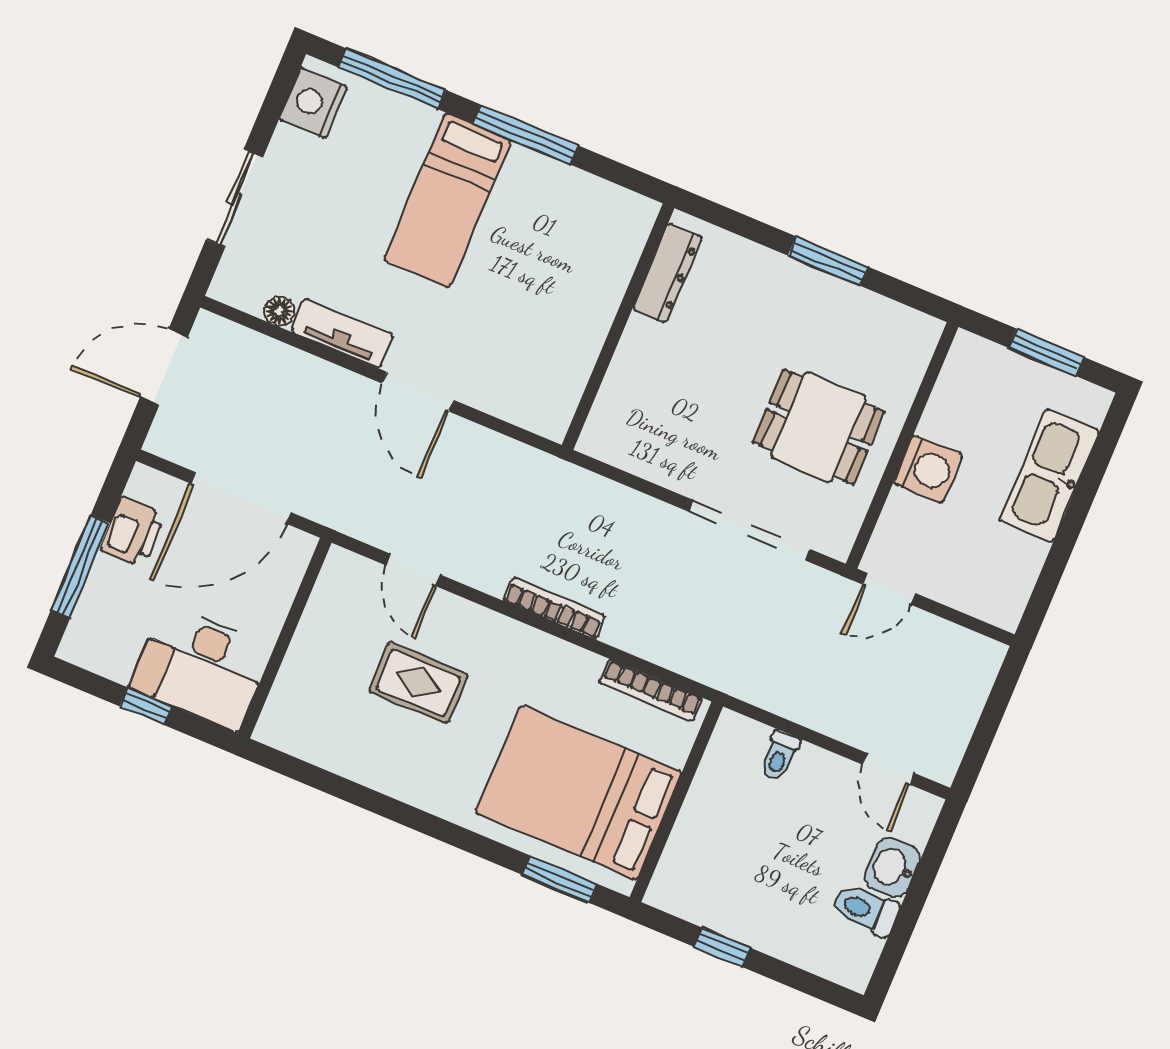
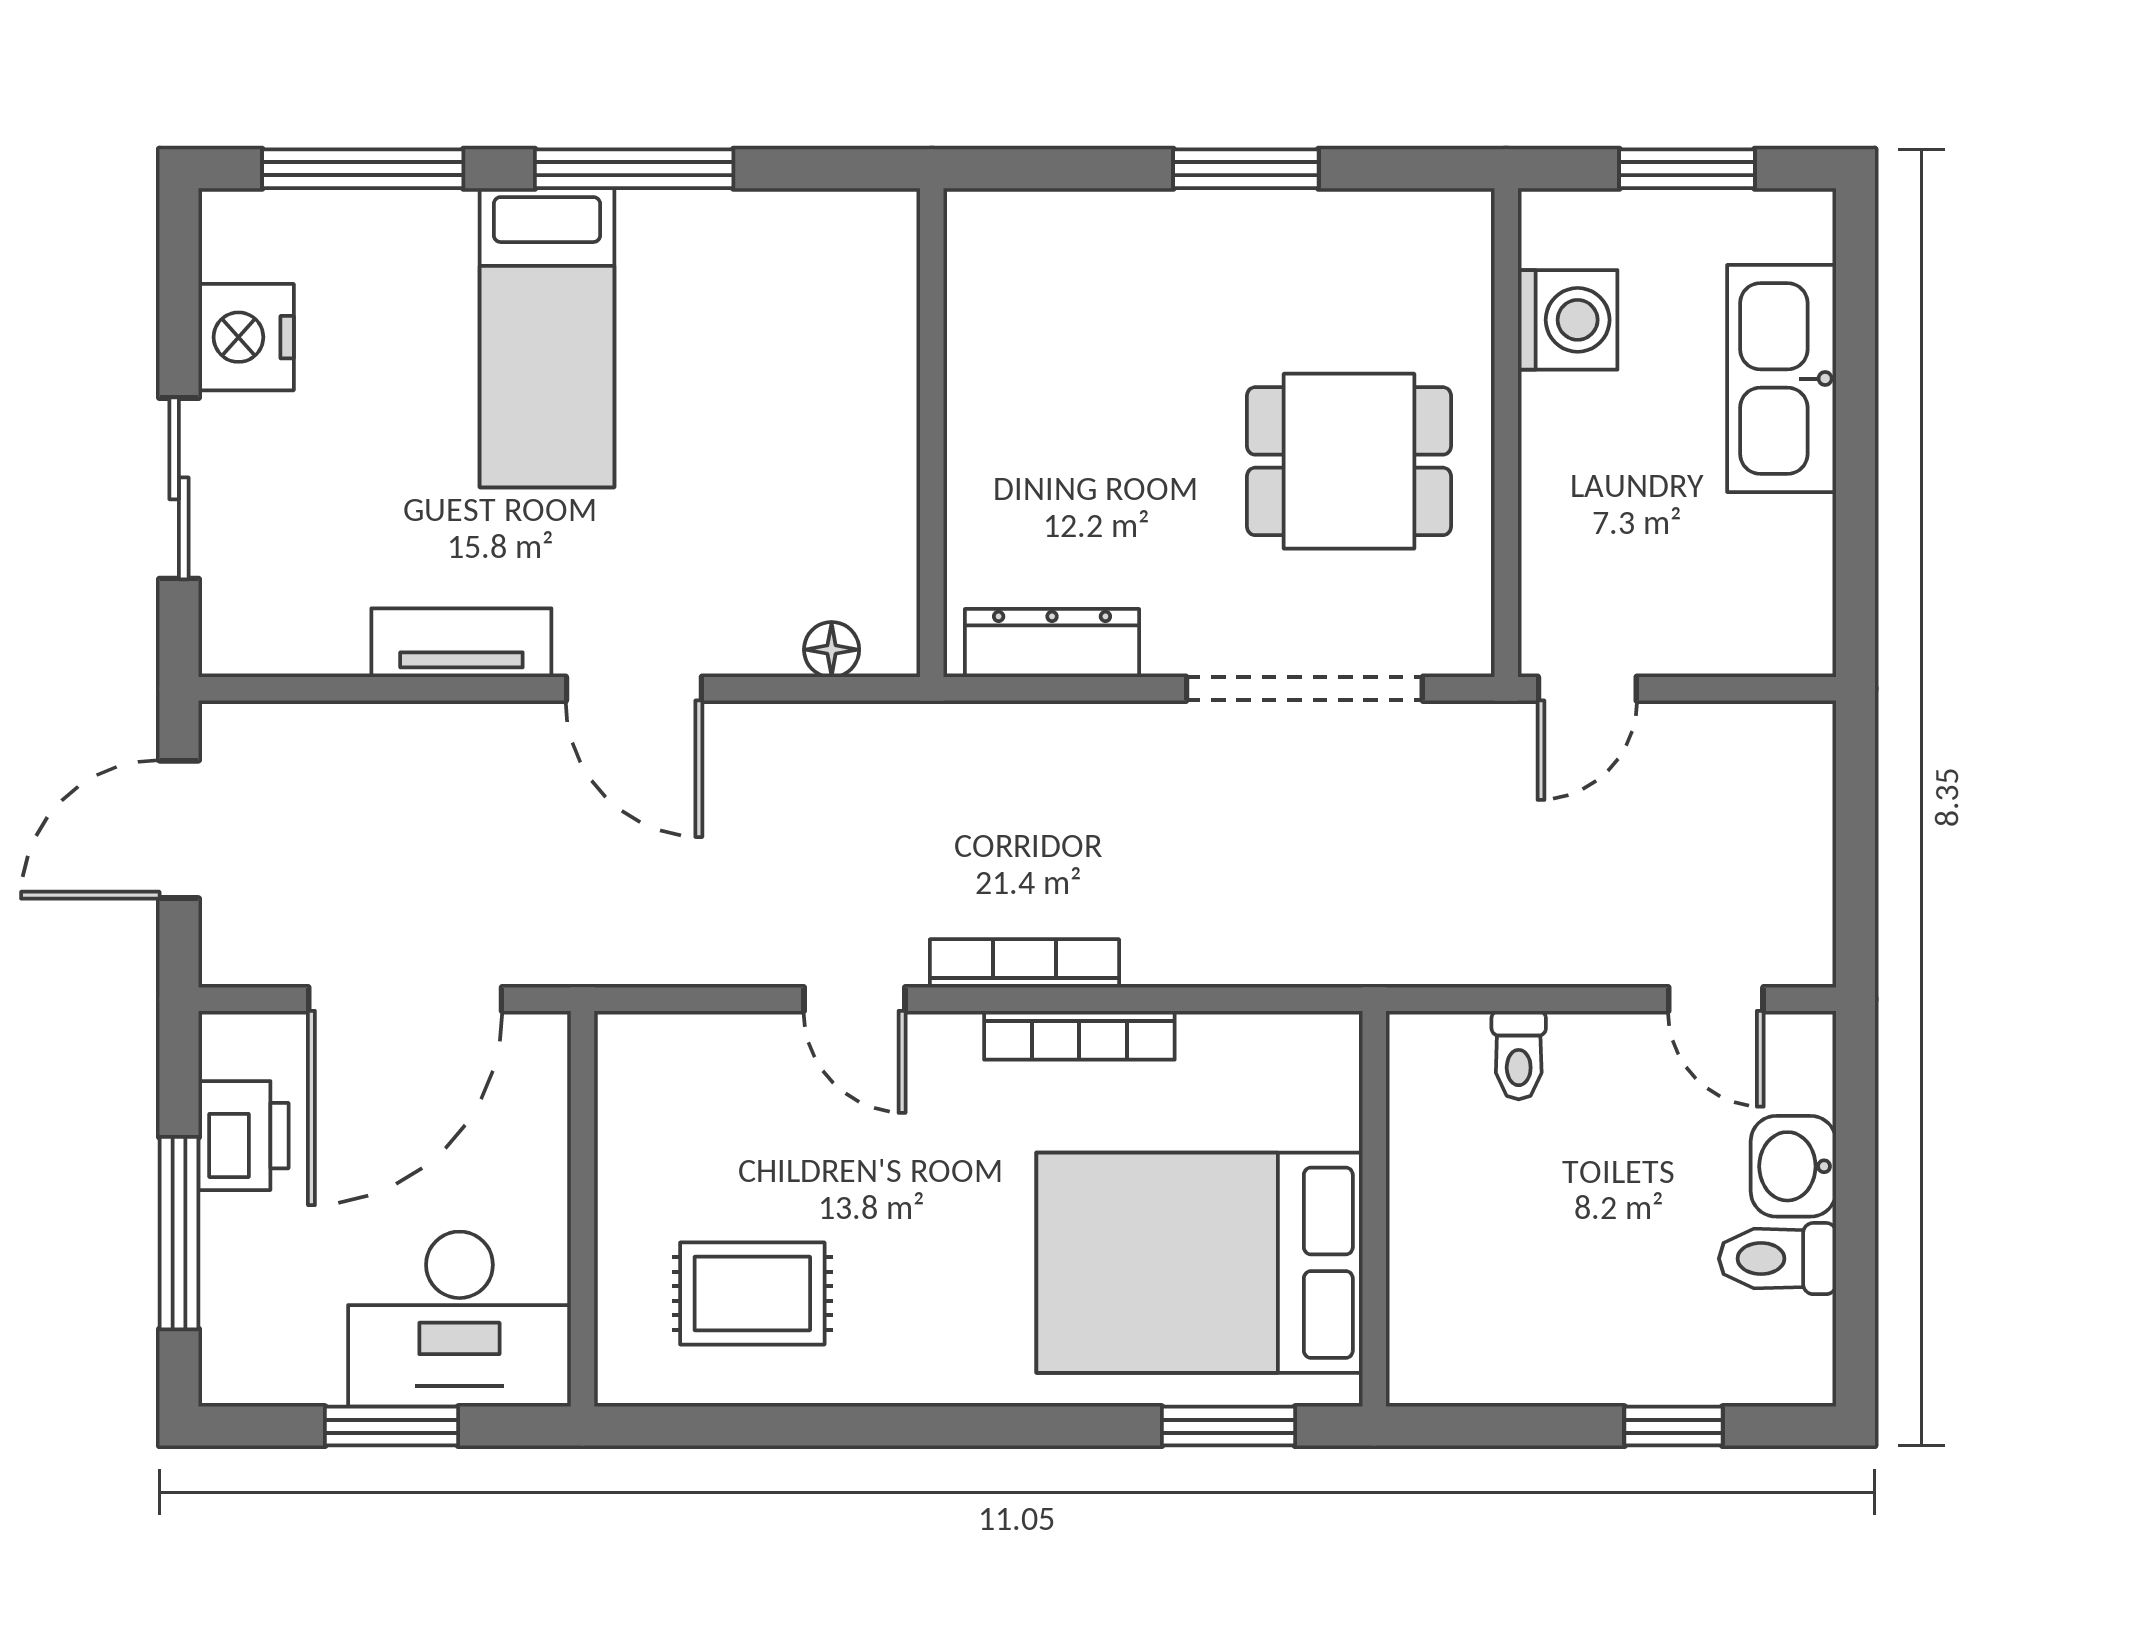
nightstand: (313, 103) -> (246, 337), moved
dresser: (667, 273) -> (1052, 643), moved, turned -90
floor lamp: (279, 311) -> (832, 650), moved
washing machine: (928, 469) -> (1568, 320), moved
door: (414, 570) -> (855, 999), moved
rug: (418, 683) -> (752, 1294), moved
bookcase: (651, 690) -> (1079, 1035), moved
window: (146, 706) -> (392, 1426), width x1.50
window: (722, 947) -> (1673, 1426), moved

